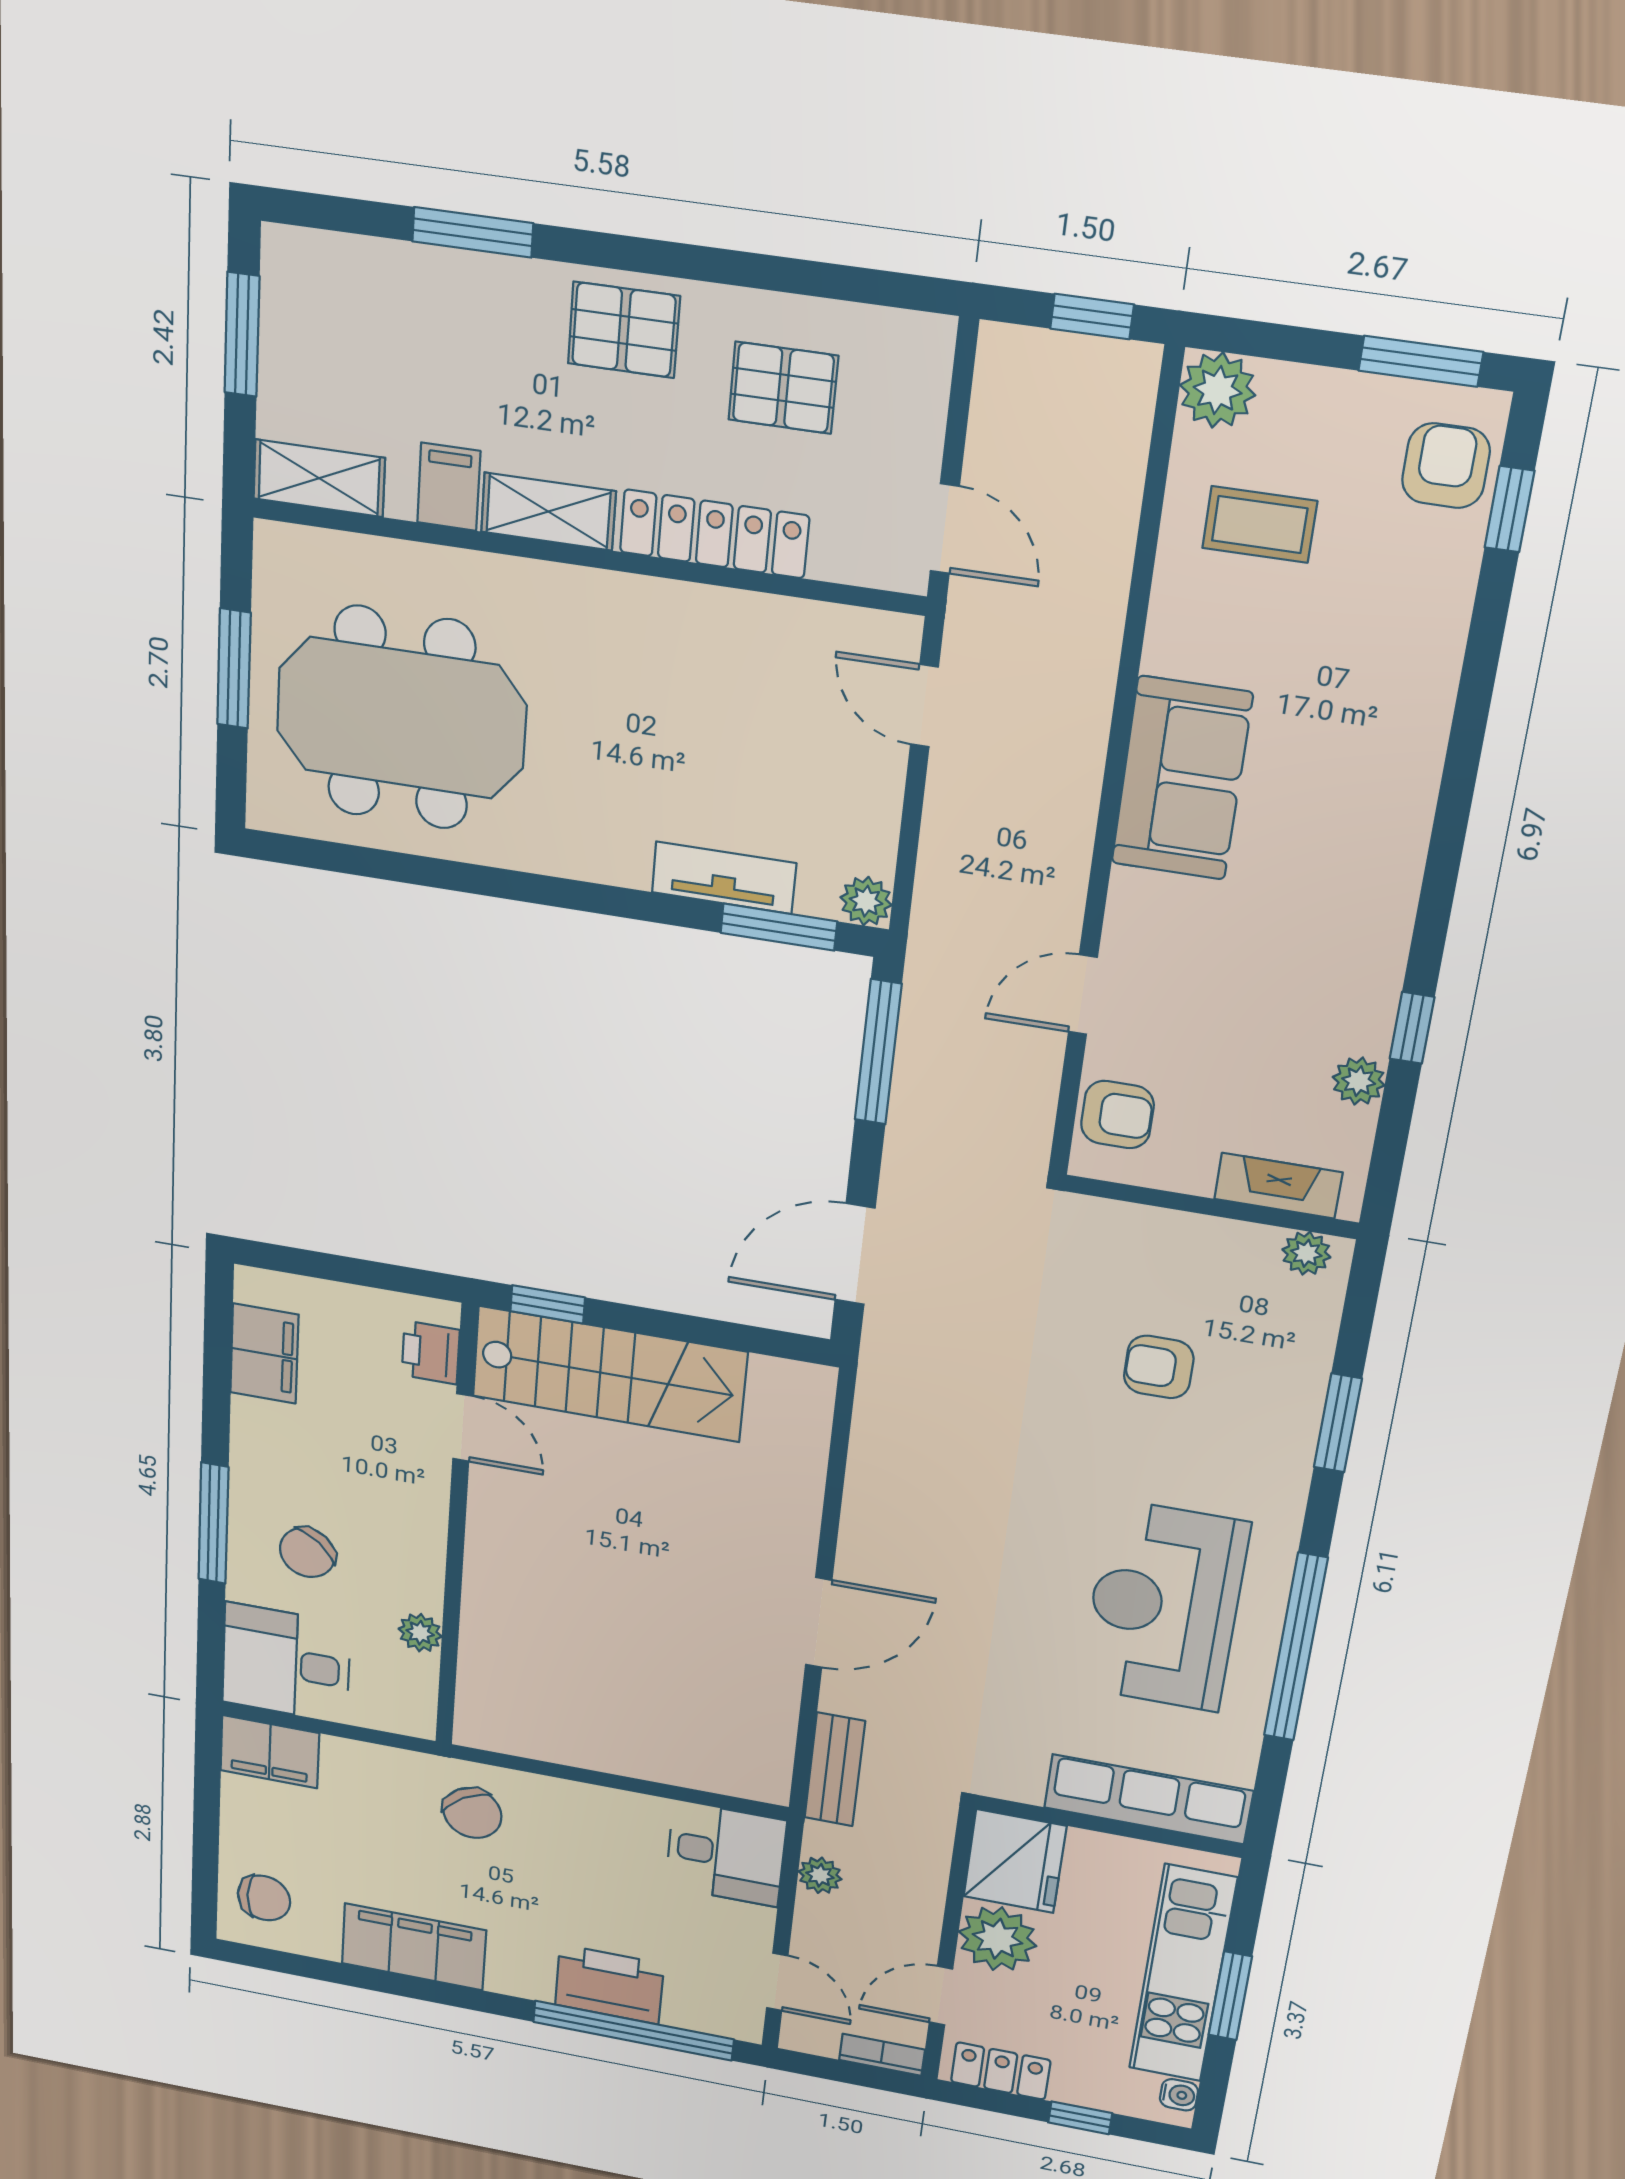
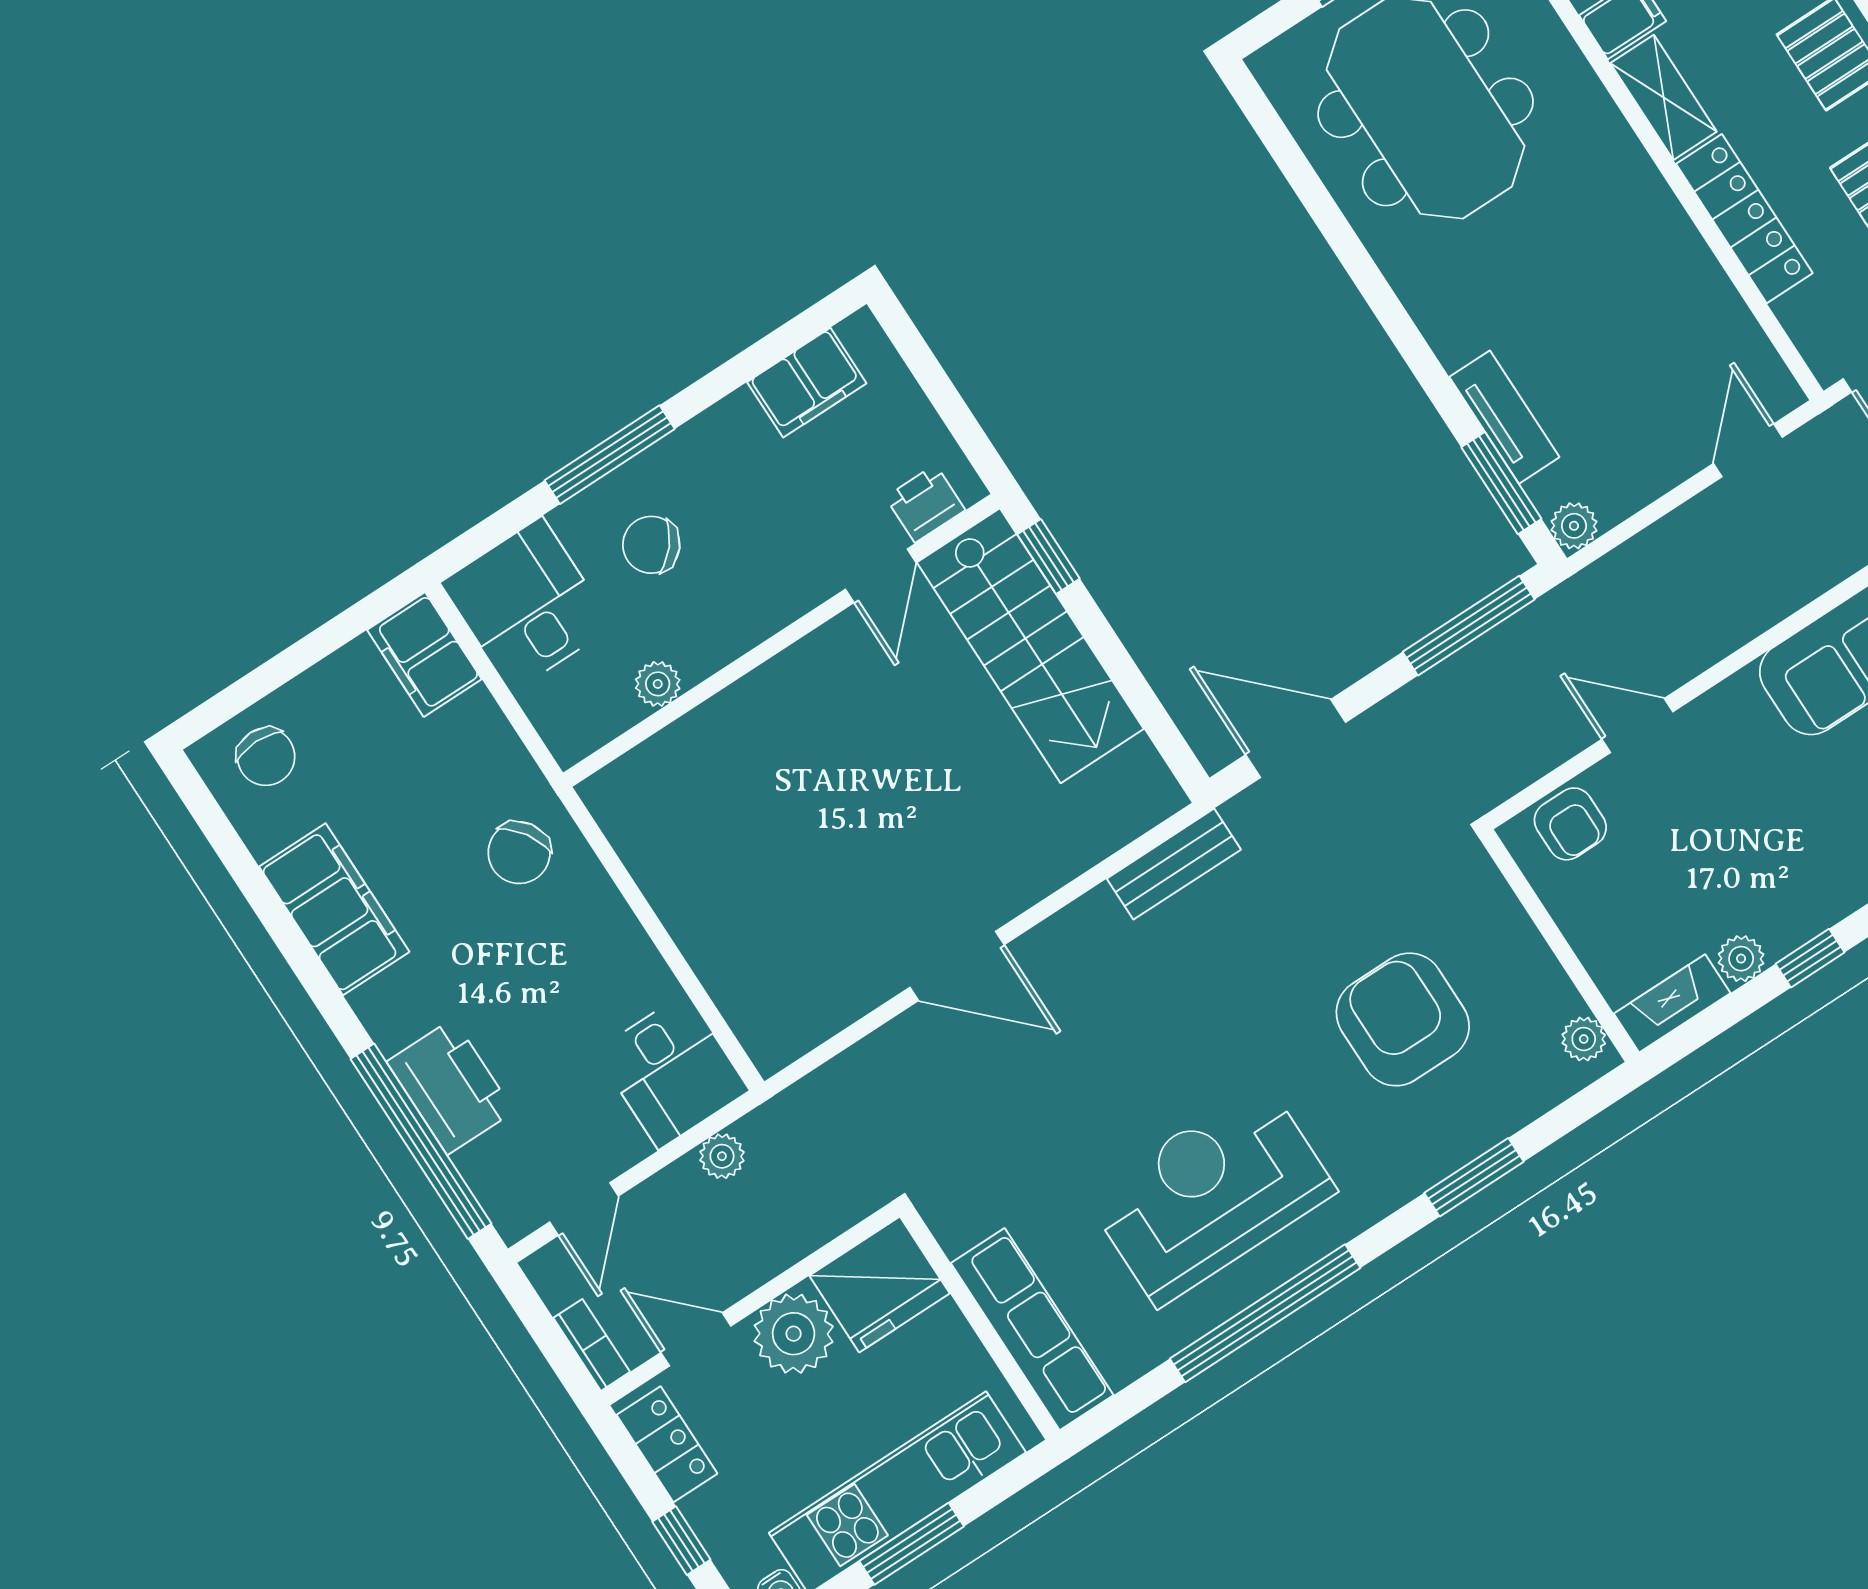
fireplace: (1278, 1186) -> (1672, 1003), moved, turned -90
armchair: (1159, 1367) -> (1403, 1019), width x1.88, depth x1.88
bench: (835, 1770) -> (1174, 864), moved

